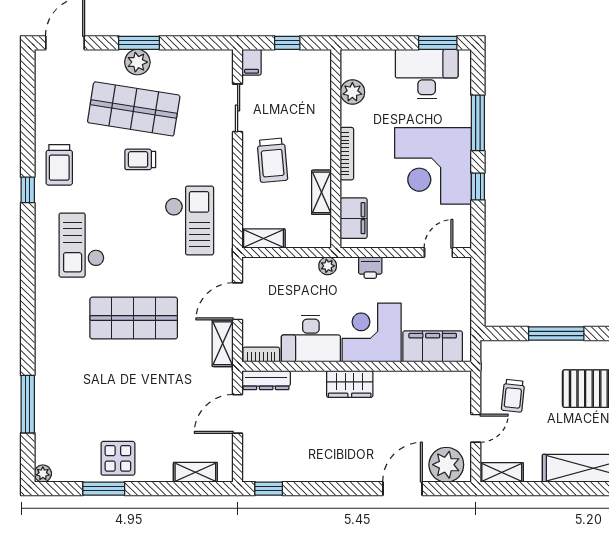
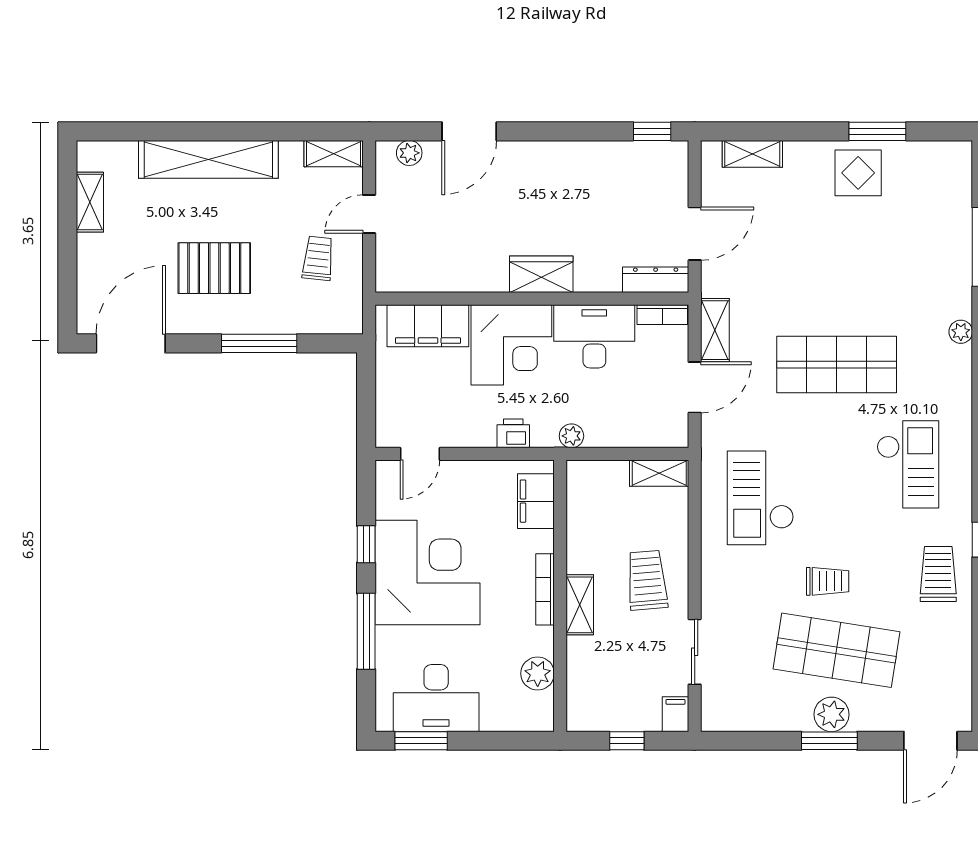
shelving: (322, 192) -> (580, 605), moved
plant: (446, 465) -> (409, 153), width x0.53, depth x0.53
plant: (43, 474) -> (961, 332), moved

